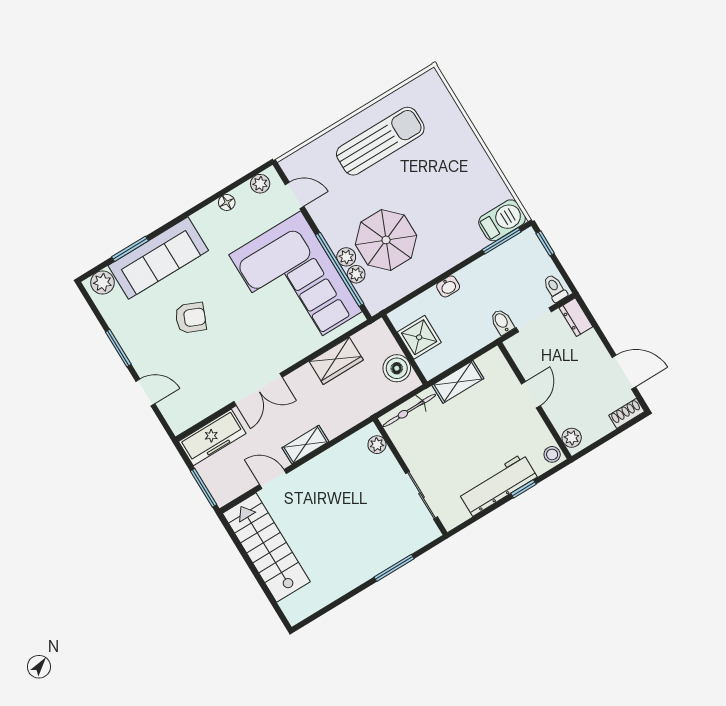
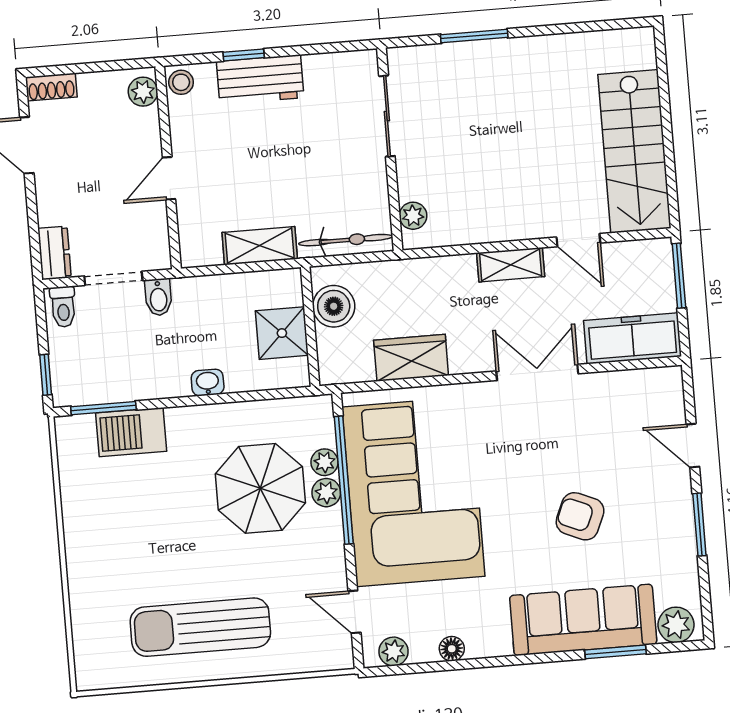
barbecue: (502, 220) -> (131, 432), moved
workbench: (498, 485) -> (260, 80), width x0.73

